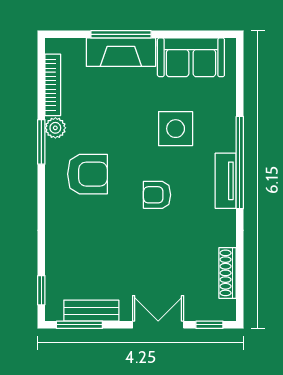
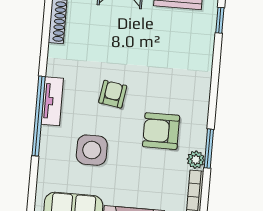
armchair: (87, 174) -> (161, 131), moved
armchair: (157, 195) -> (113, 94), turned -81

